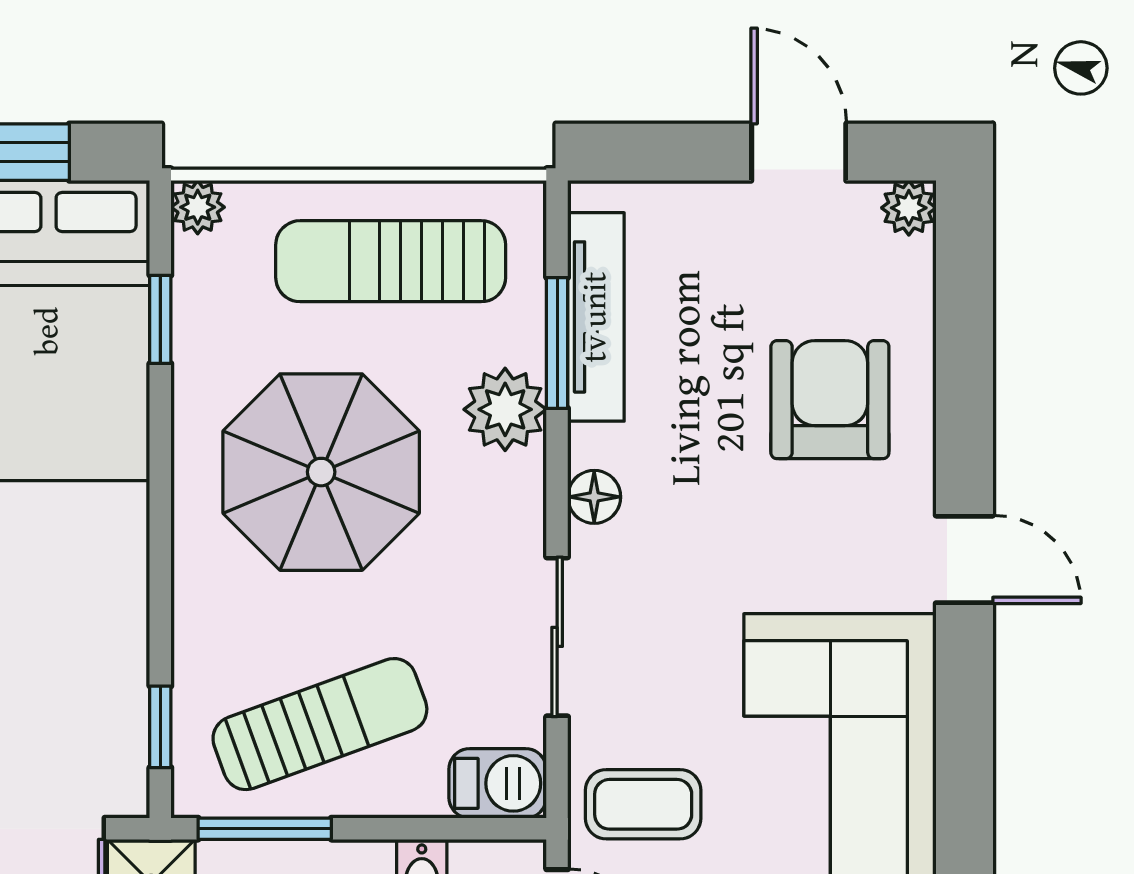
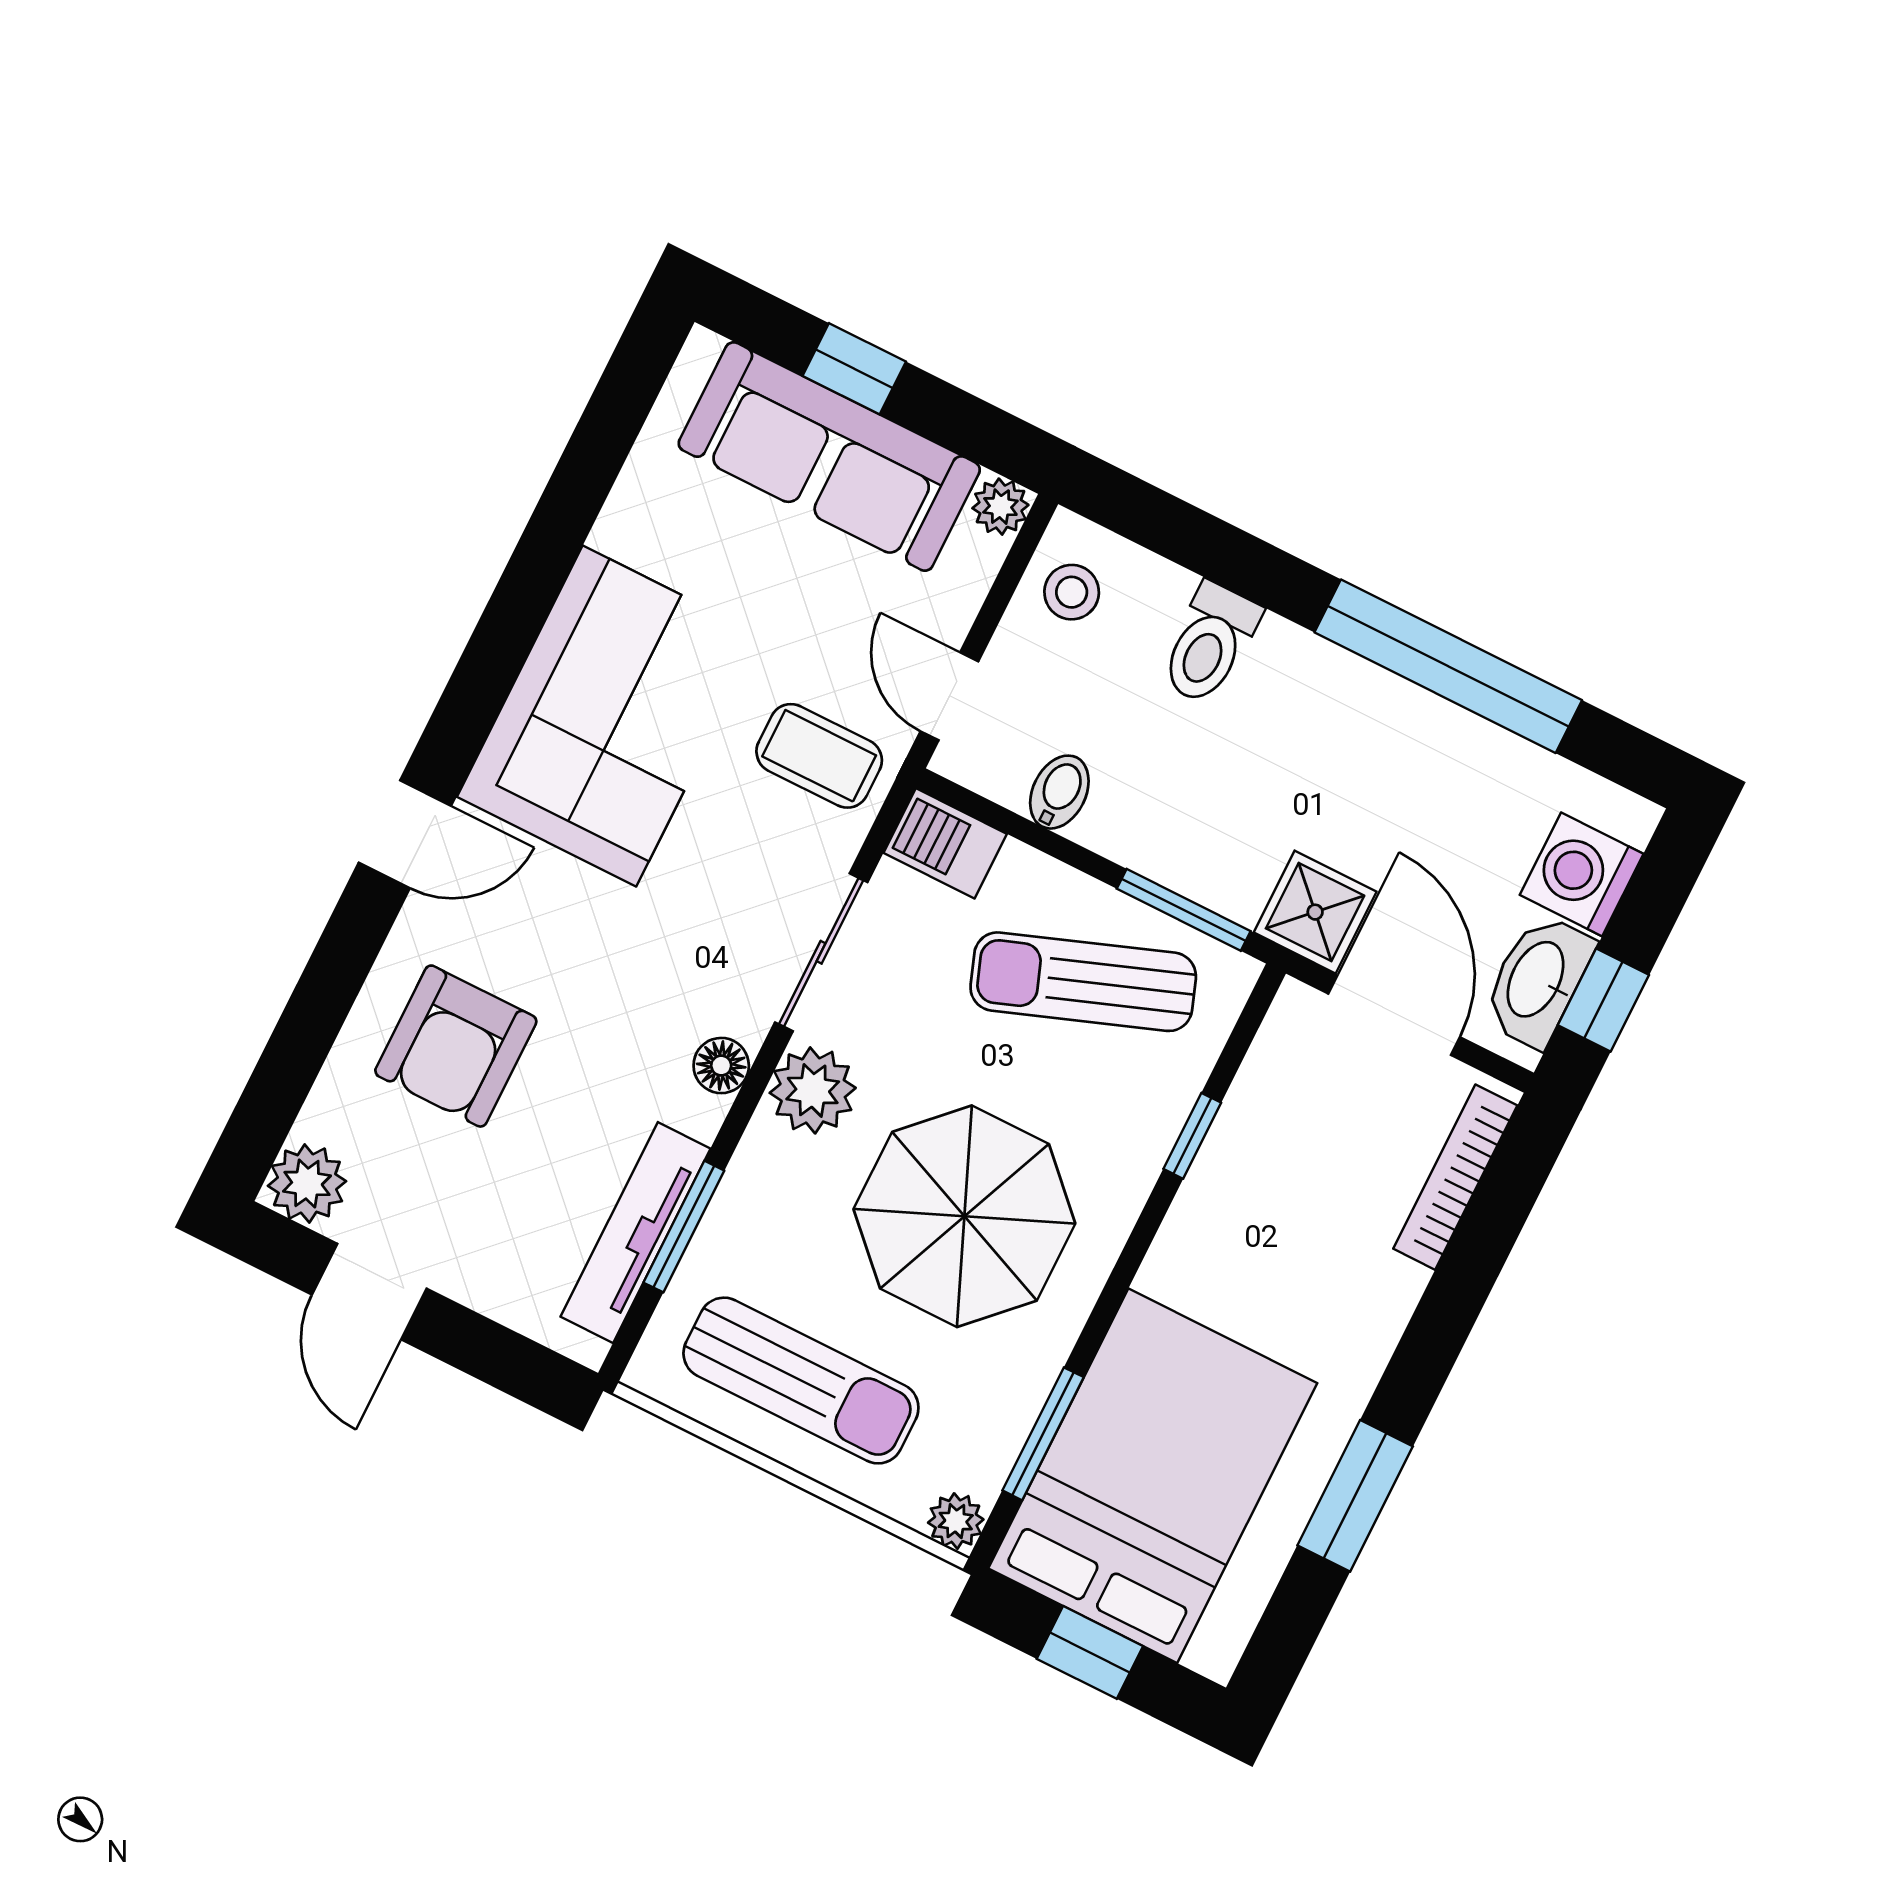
plant: (909, 208) -> (307, 1183), width x1.38, depth x1.38
window: (160, 319) -> (1043, 1434), width x1.50
plant: (505, 409) -> (813, 1090), moved
door: (964, 559) -> (405, 834), swing flipped
window: (160, 727) -> (1192, 1136), moved

